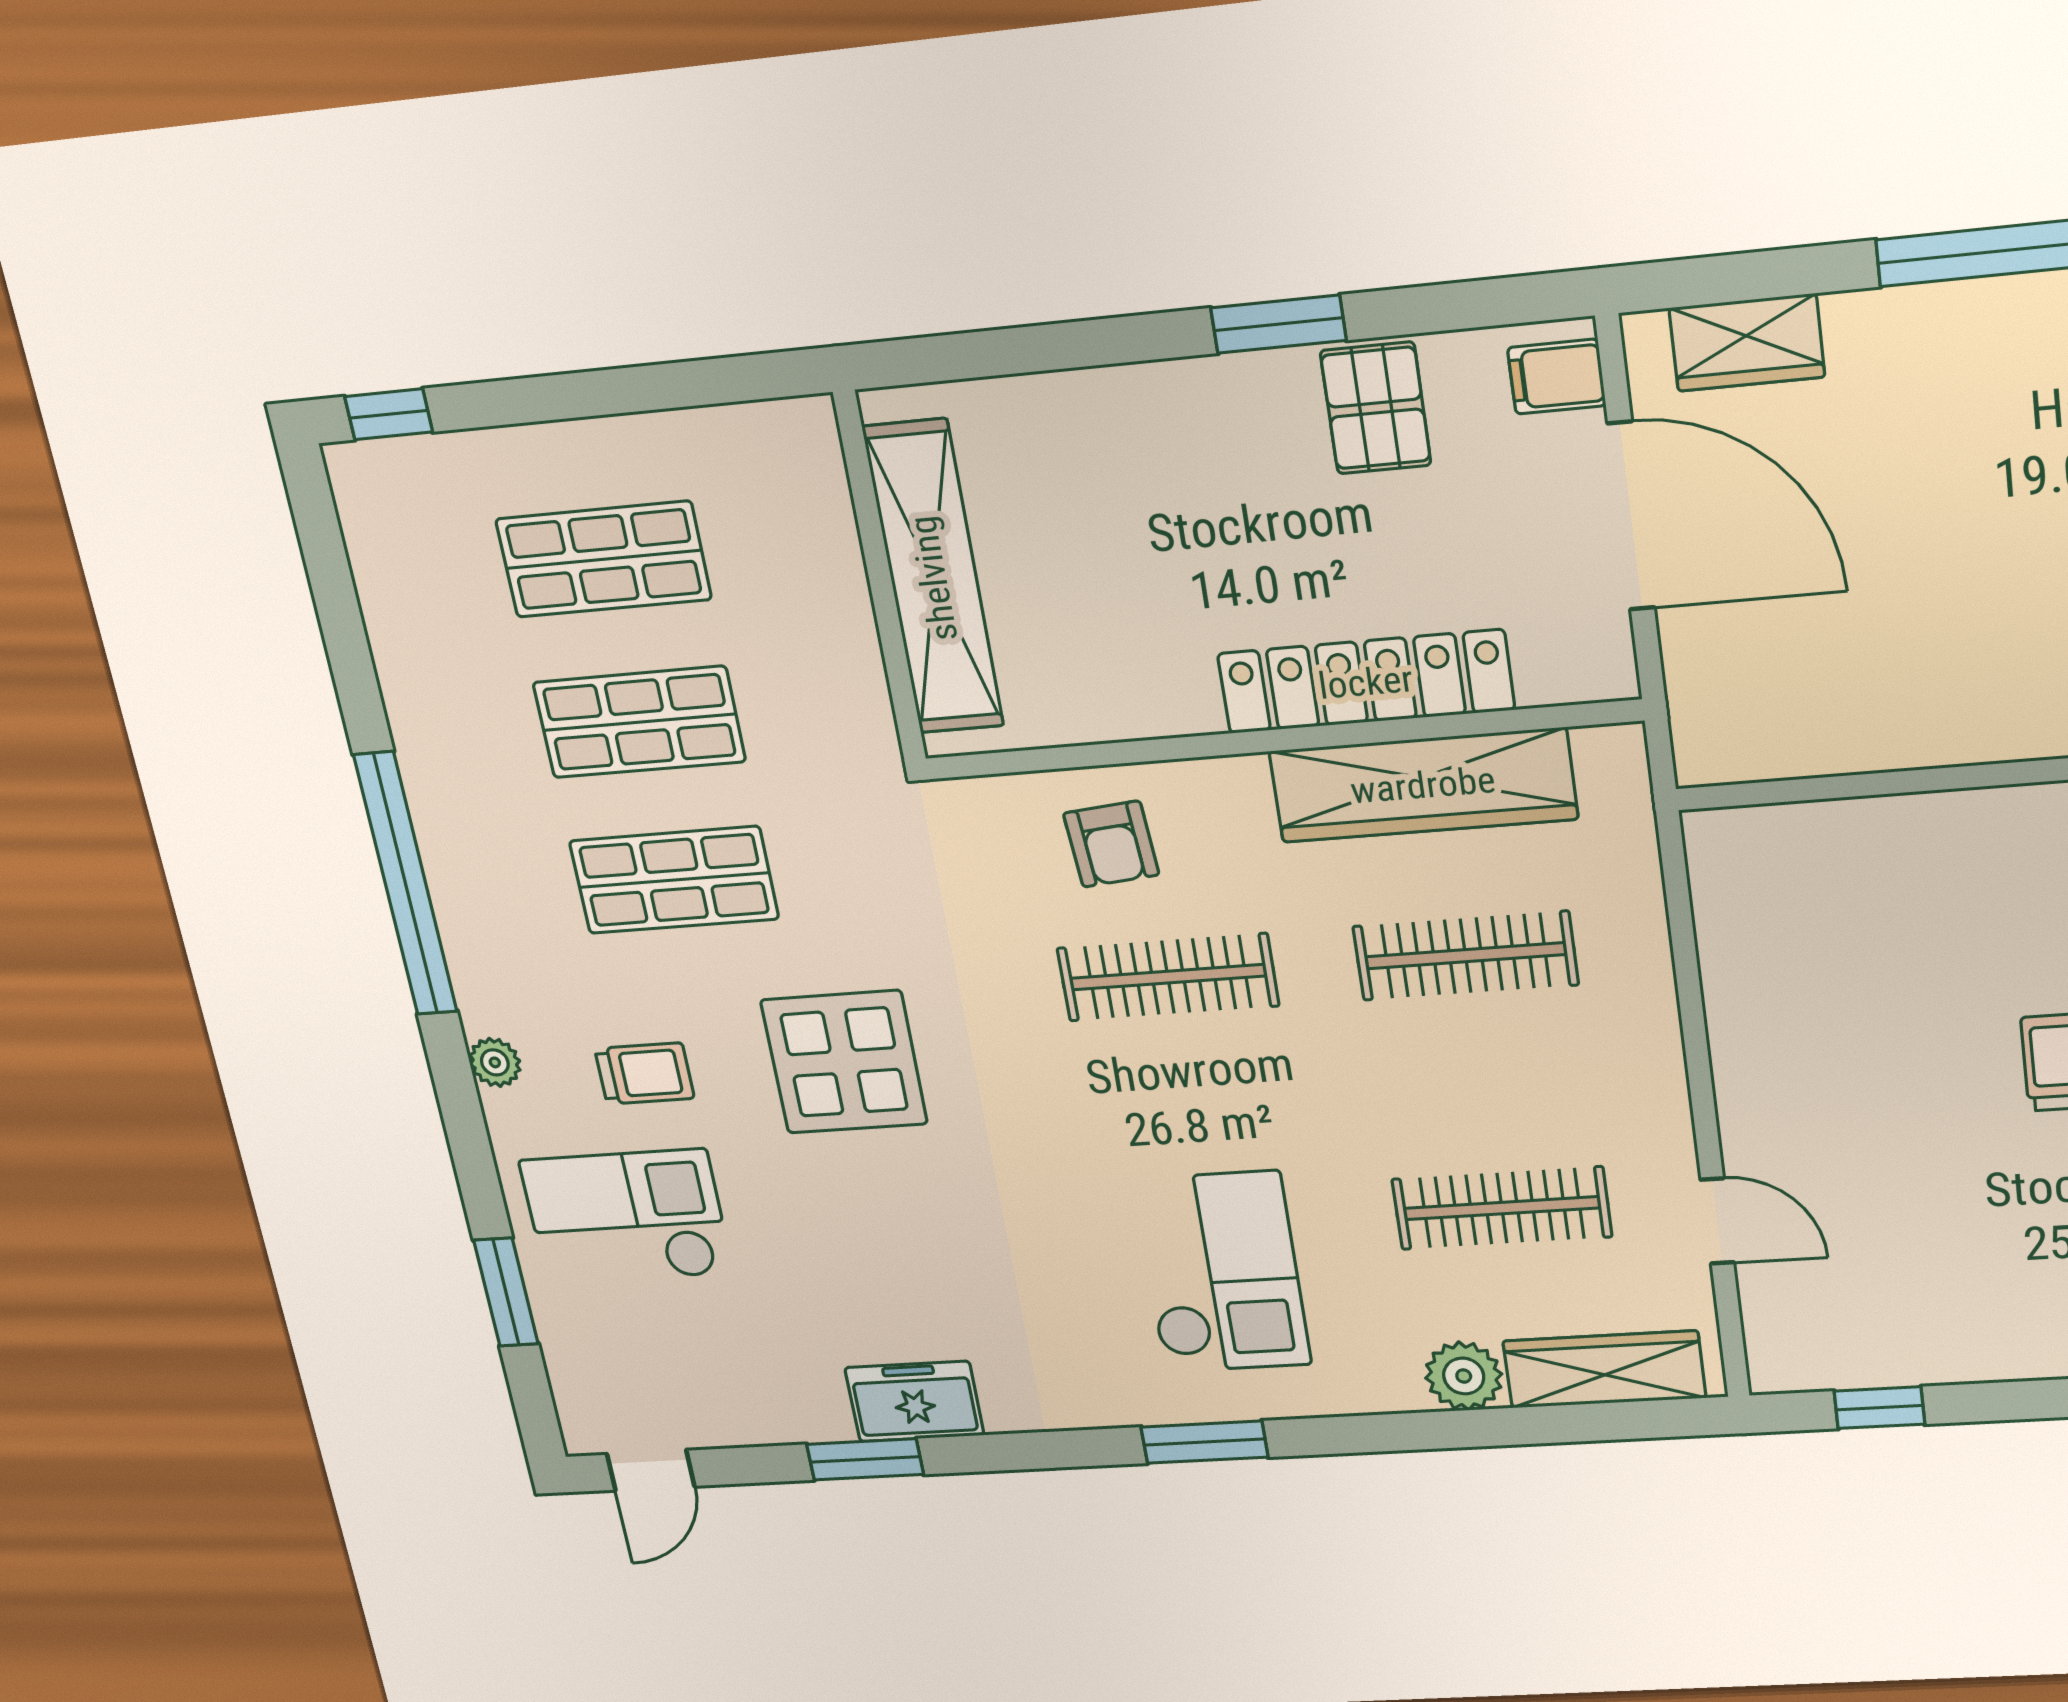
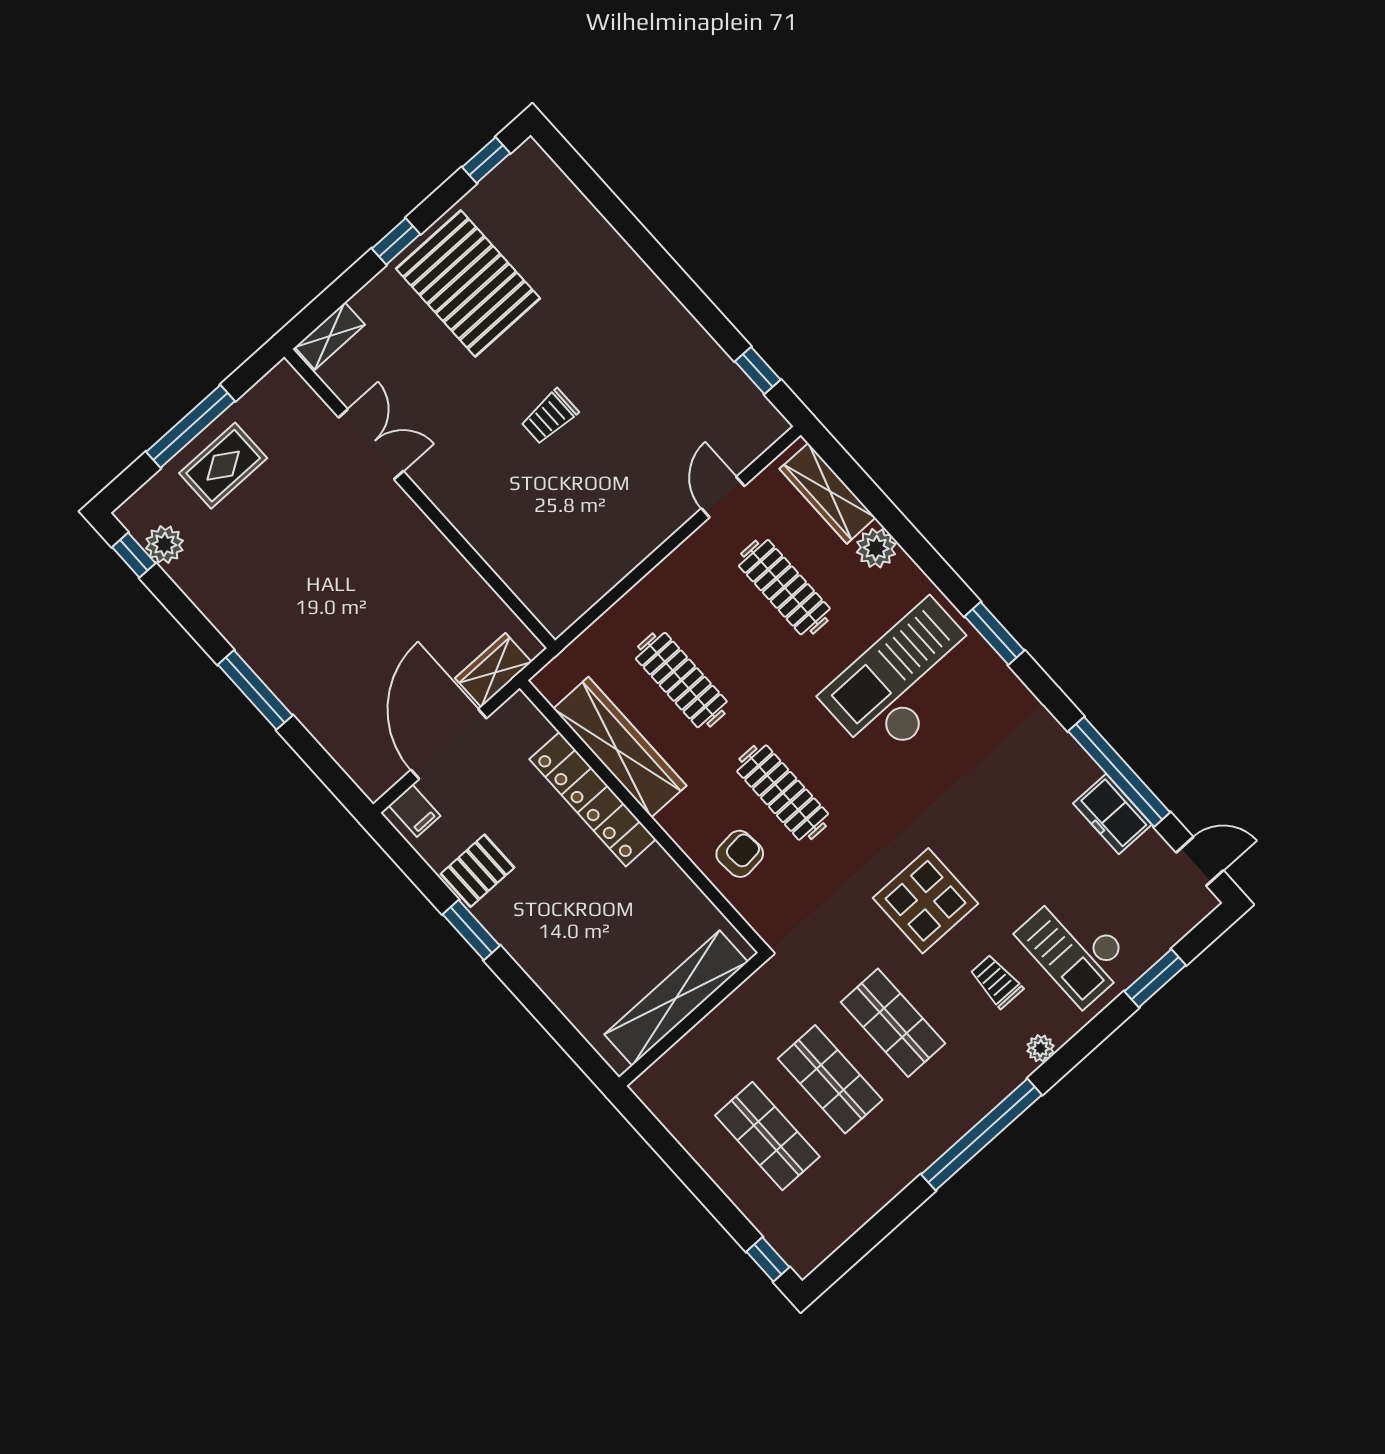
wardrobe: (1747, 343) -> (493, 670), moved, turned -90
checkout: (1222, 1272) -> (905, 681), width x1.36, depth x1.21
freezer: (914, 1401) -> (1112, 814), moved
window: (865, 1459) -> (1119, 772), width x2.11

